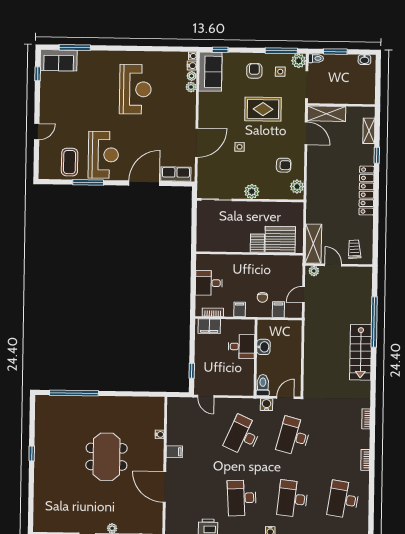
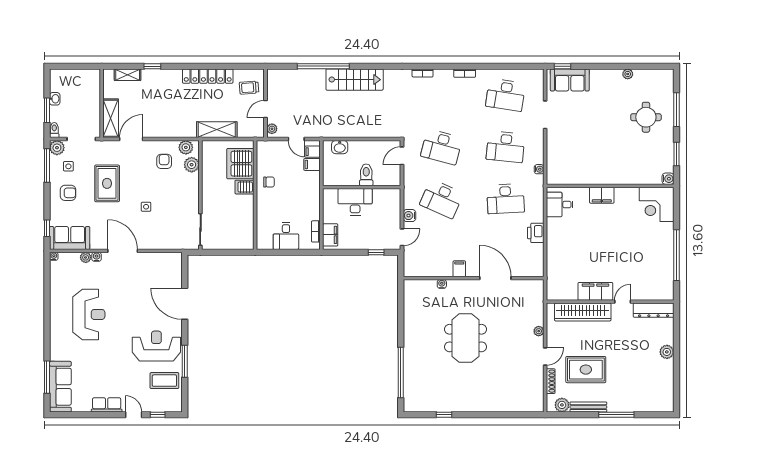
sofa: (59, 60) -> (60, 387), width x1.36
washbasin: (364, 60) -> (55, 99), moved
water cooler: (192, 66) -> (97, 257), moved
armchair: (254, 71) -> (68, 193), turned 180
window: (38, 74) -> (158, 415), moved
plant: (192, 76) -> (74, 257), removed
reception desk: (135, 89) -> (89, 314), turned 90
door: (197, 143) -> (123, 251), moved
row of seats: (176, 174) -> (107, 405), moved, turned 90
plant: (252, 191) -> (192, 165), moved
locker: (367, 191) -> (208, 76), moved
shelving: (313, 244) -> (217, 130), moved
chair: (262, 297) -> (269, 182), moved
filing cabinet: (240, 309) -> (312, 152), moved
desk: (241, 347) -> (355, 202), width x1.37
washbasin: (263, 347) -> (340, 147), moved, turned 180
toilet: (263, 385) -> (366, 175), moved, turned 90
door: (285, 398) -> (402, 156), hinge flipped
water cooler: (267, 405) -> (410, 216), moved
window: (32, 454) -> (444, 415), moved
meeting table: (107, 457) -> (465, 338), turned 90
door: (165, 487) -> (495, 278), swing flipped

